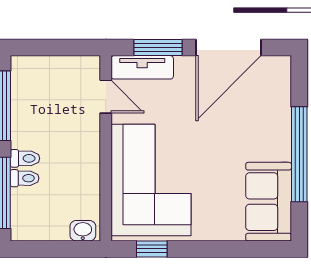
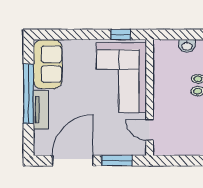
tv unit: (142, 67) -> (41, 110), moved, turned 90
washbasin: (83, 231) -> (187, 46), moved

